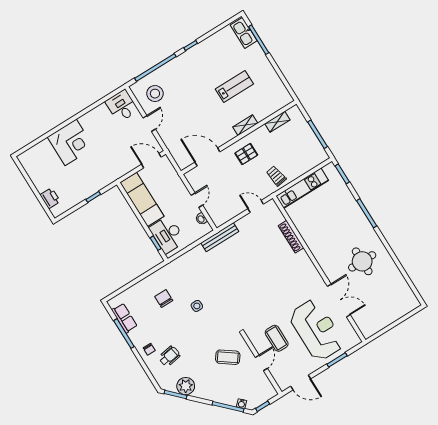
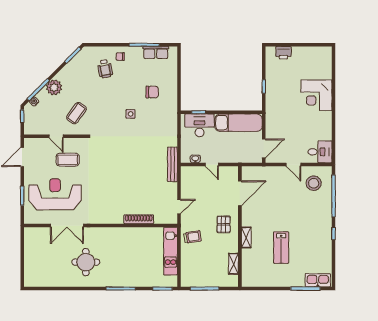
reception desk: (316, 330) -> (55, 194), turned 180
plant: (186, 386) -> (54, 87), moved

